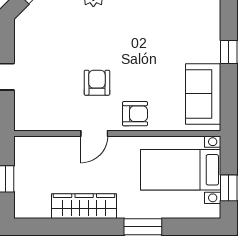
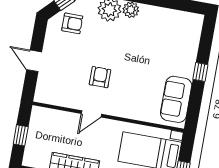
armchair: (135, 114) -> (72, 23), moved

